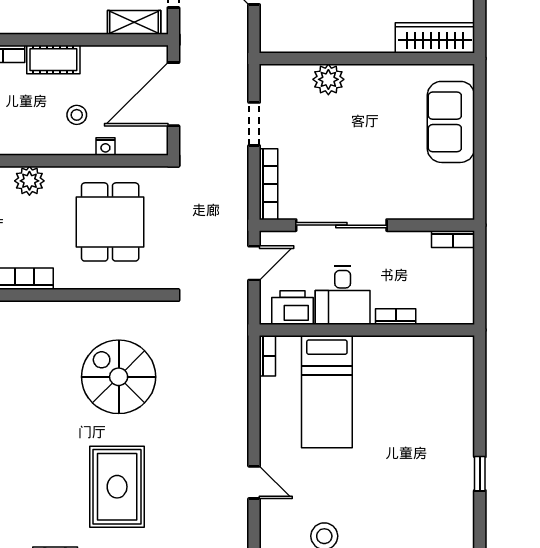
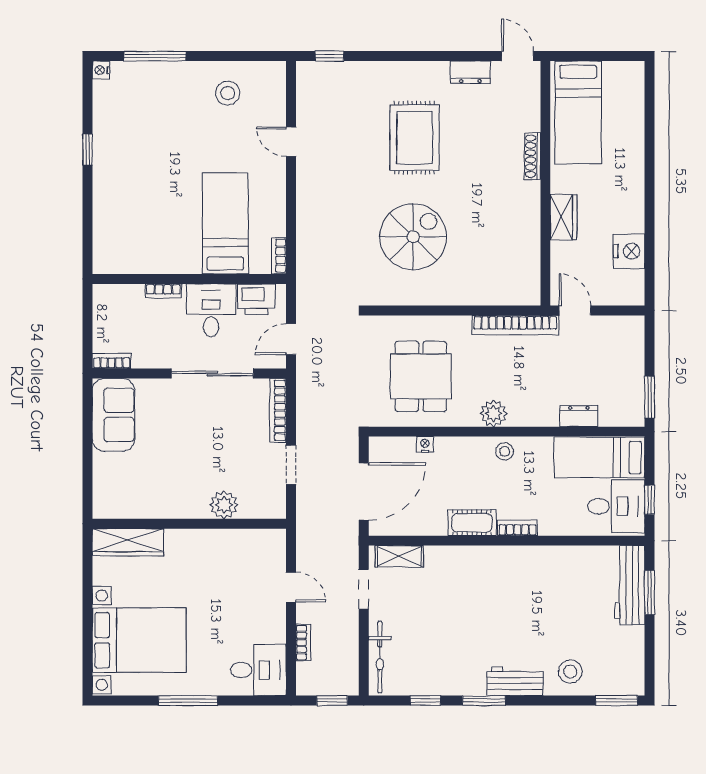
stool: (77, 115) -> (505, 451), moved
sofa: (451, 122) -> (113, 415), moved
spiral stairs: (119, 377) -> (413, 237), turned -90

